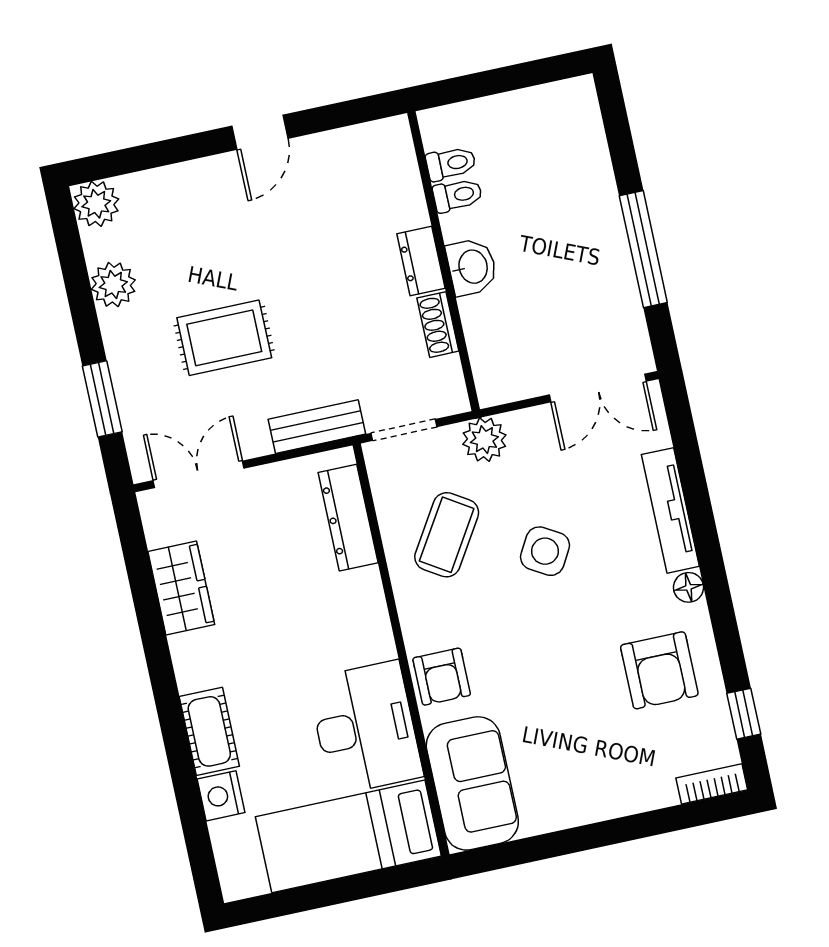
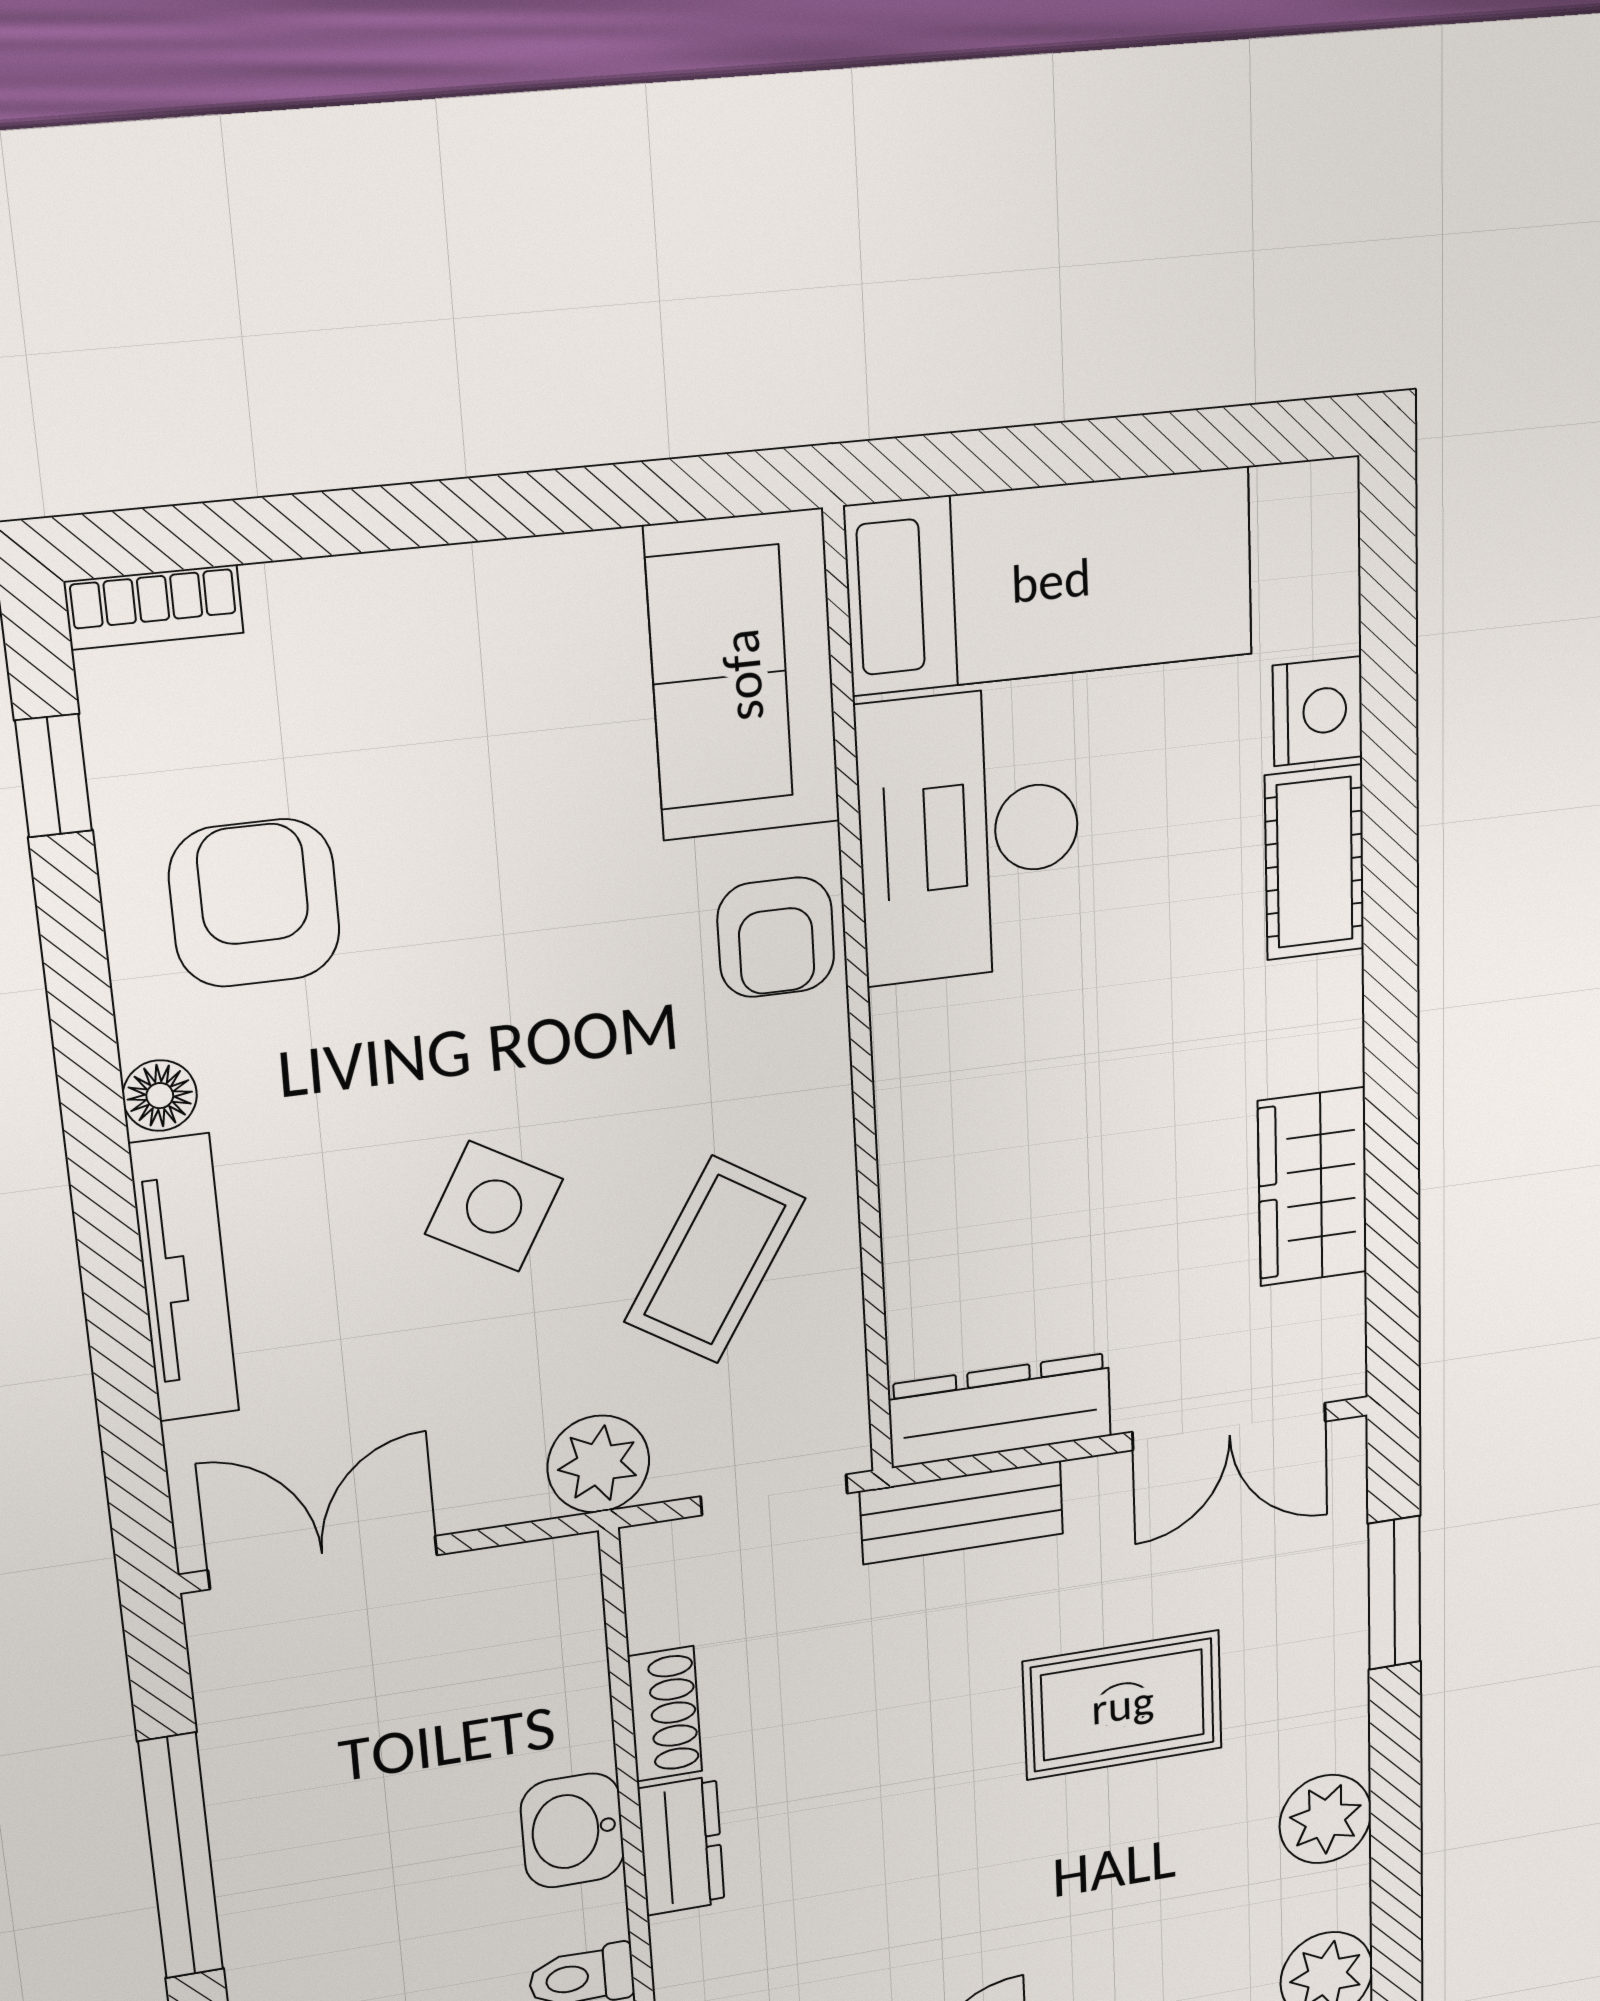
dresser: (348, 518) -> (1000, 1410), moved, turned -90
armchair: (442, 677) -> (776, 937), turned 180

